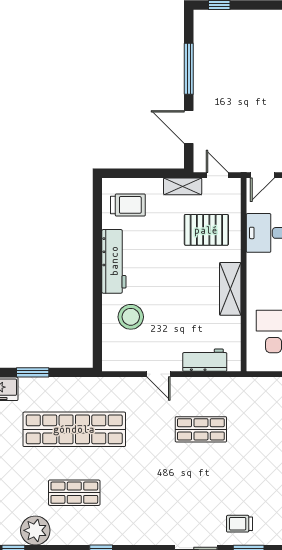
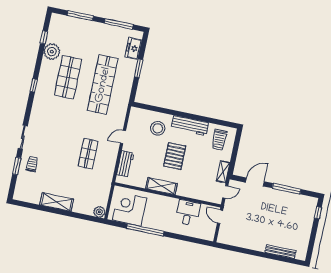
pallet: (206, 230) -> (175, 156), moved
shop shelf: (74, 493) -> (68, 77), width x1.43, depth x1.36

